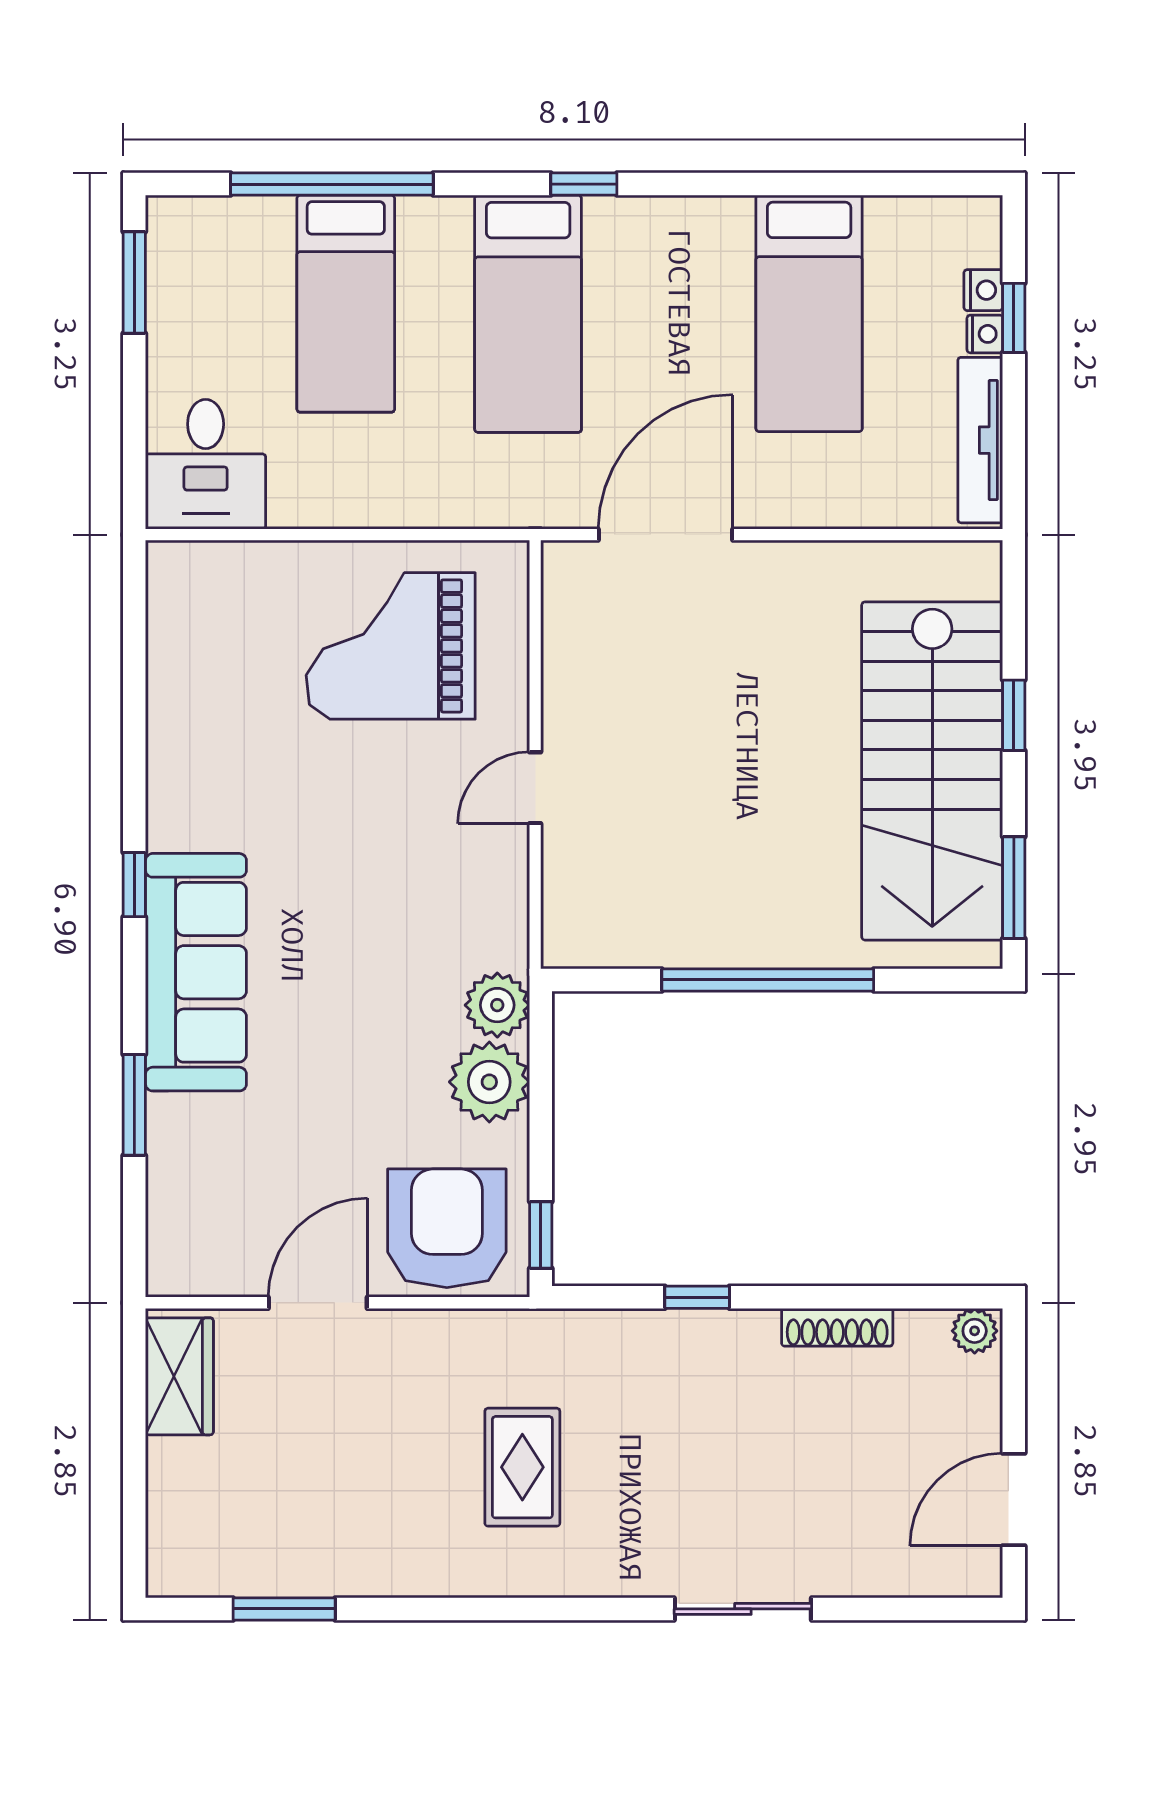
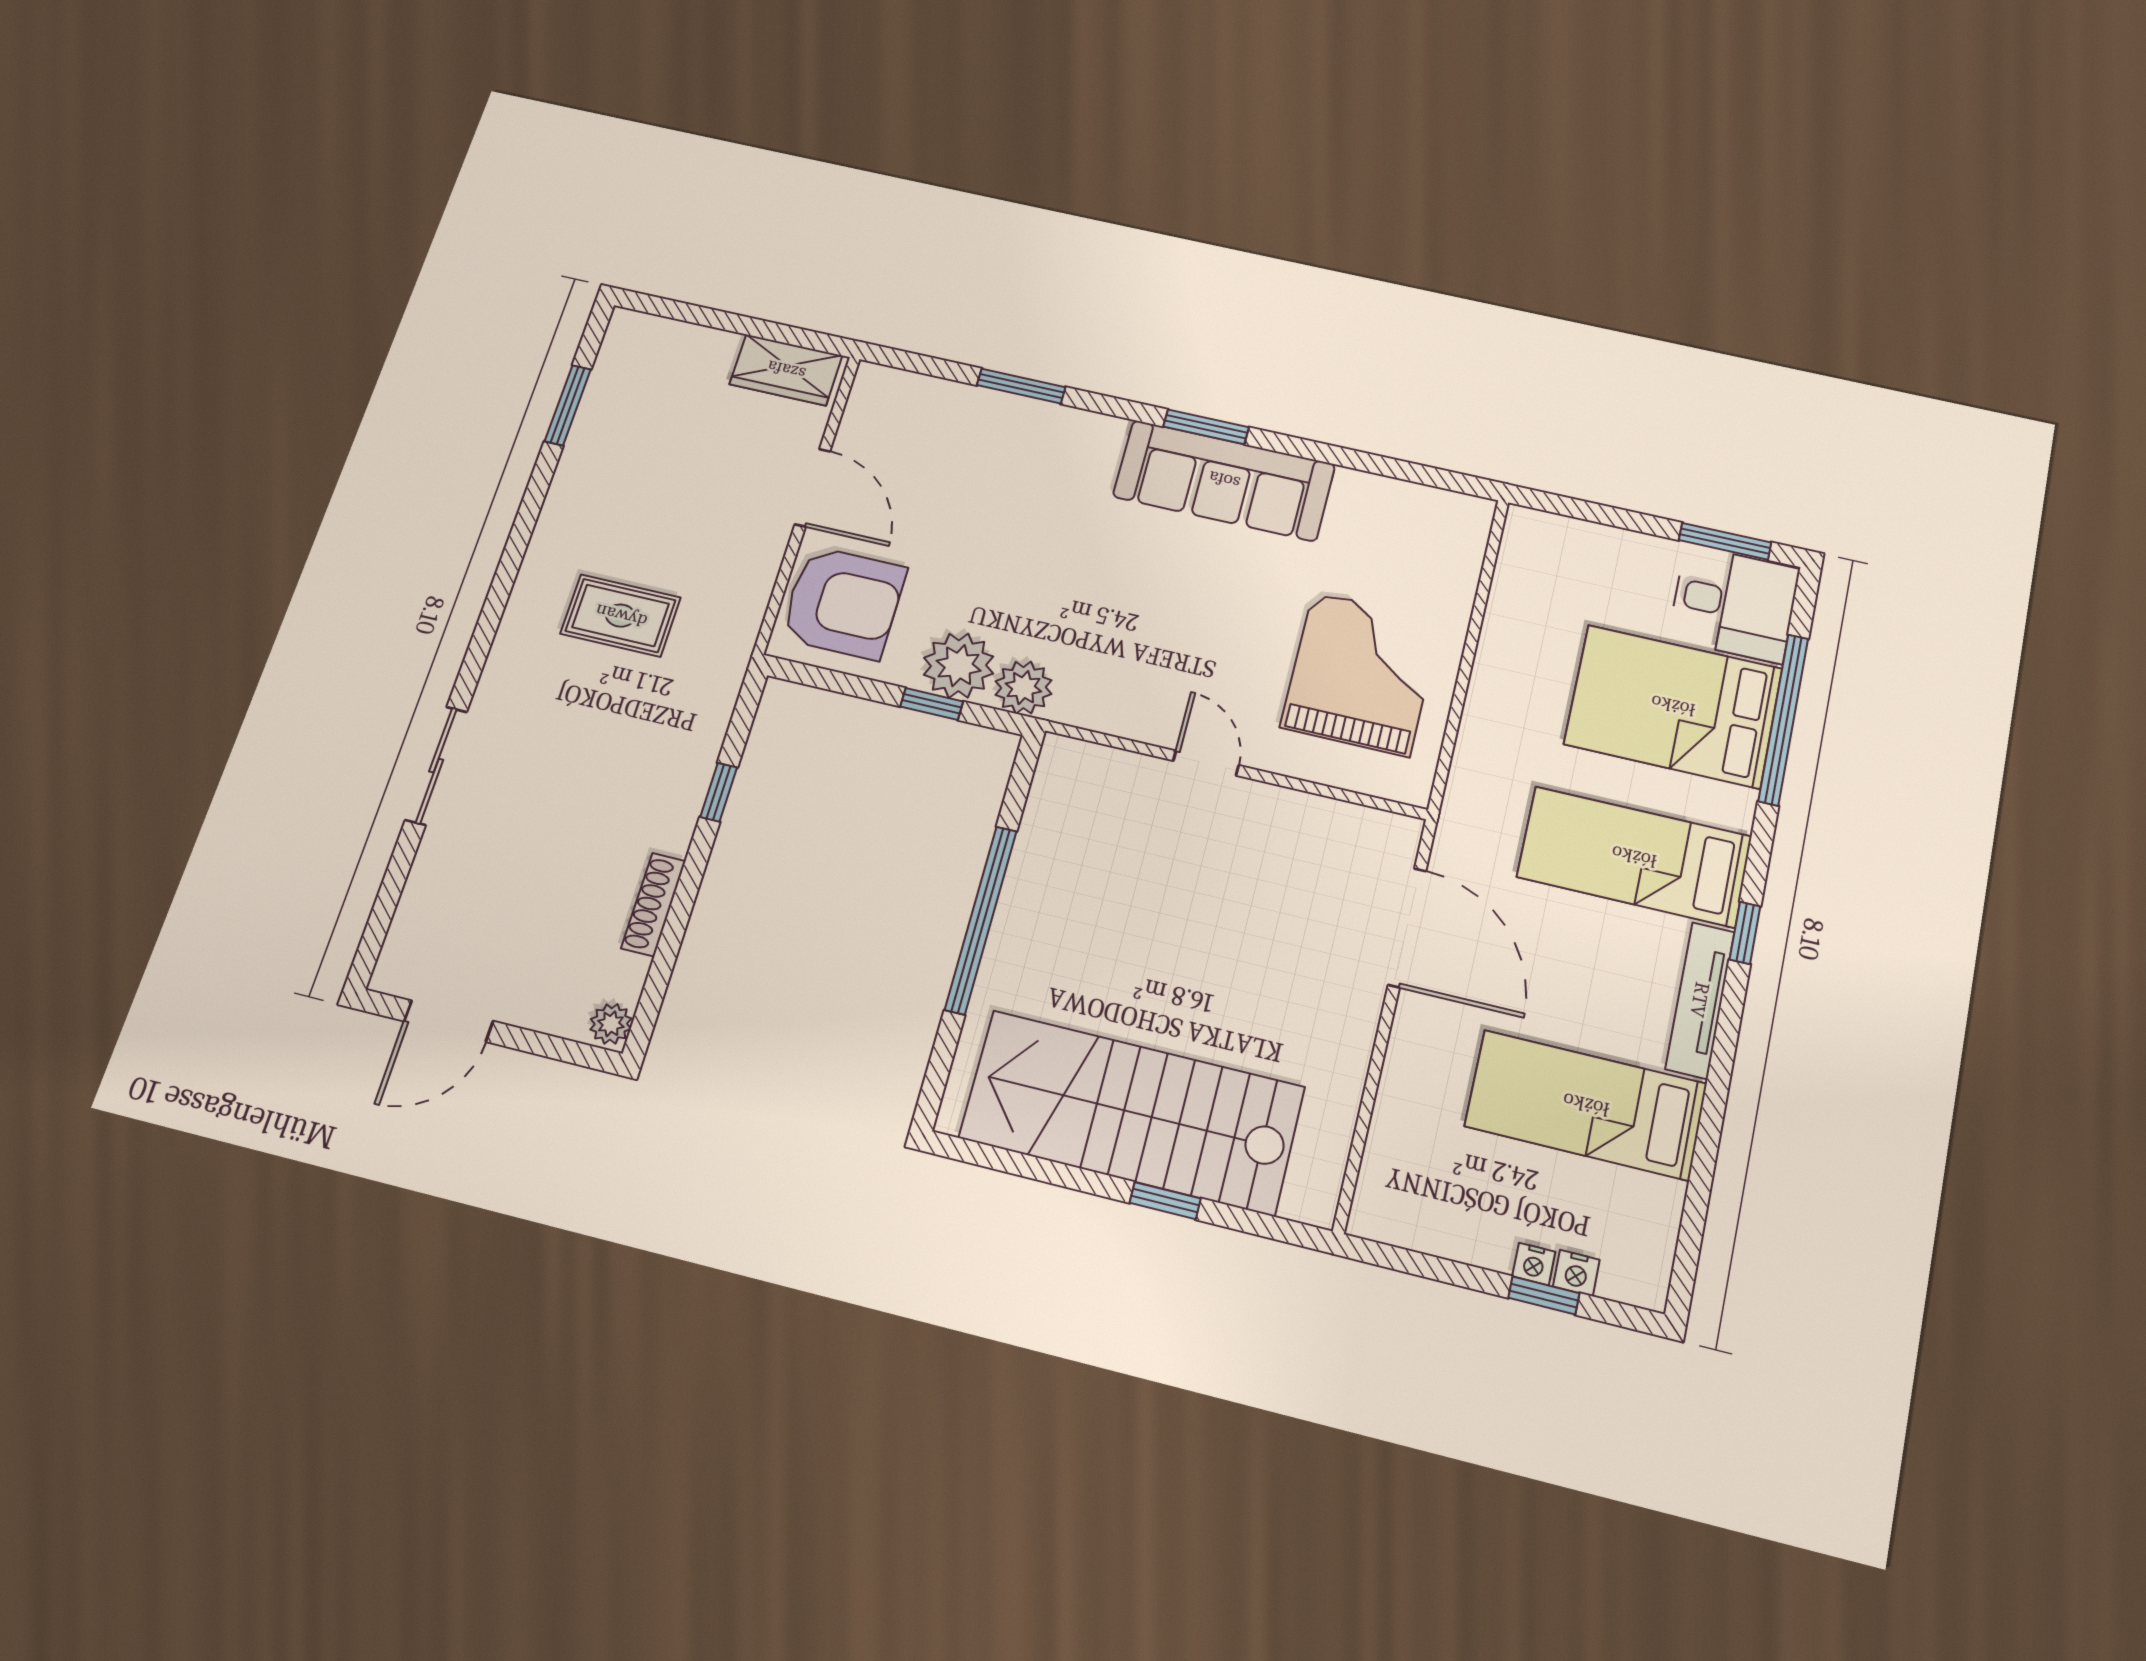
bed: (346, 304) -> (1673, 706), width x1.50
tv unit: (980, 440) -> (1700, 1000), moved, turned -90
desk: (206, 464) -> (1734, 604), moved, turned 180
window: (134, 885) -> (1206, 427), width x1.50
window: (1014, 888) -> (1004, 1160), removed
sofa: (196, 972) -> (1224, 480), moved
window: (541, 1235) -> (932, 704), moved
door: (1014, 1499) -> (449, 1021), swing flipped

